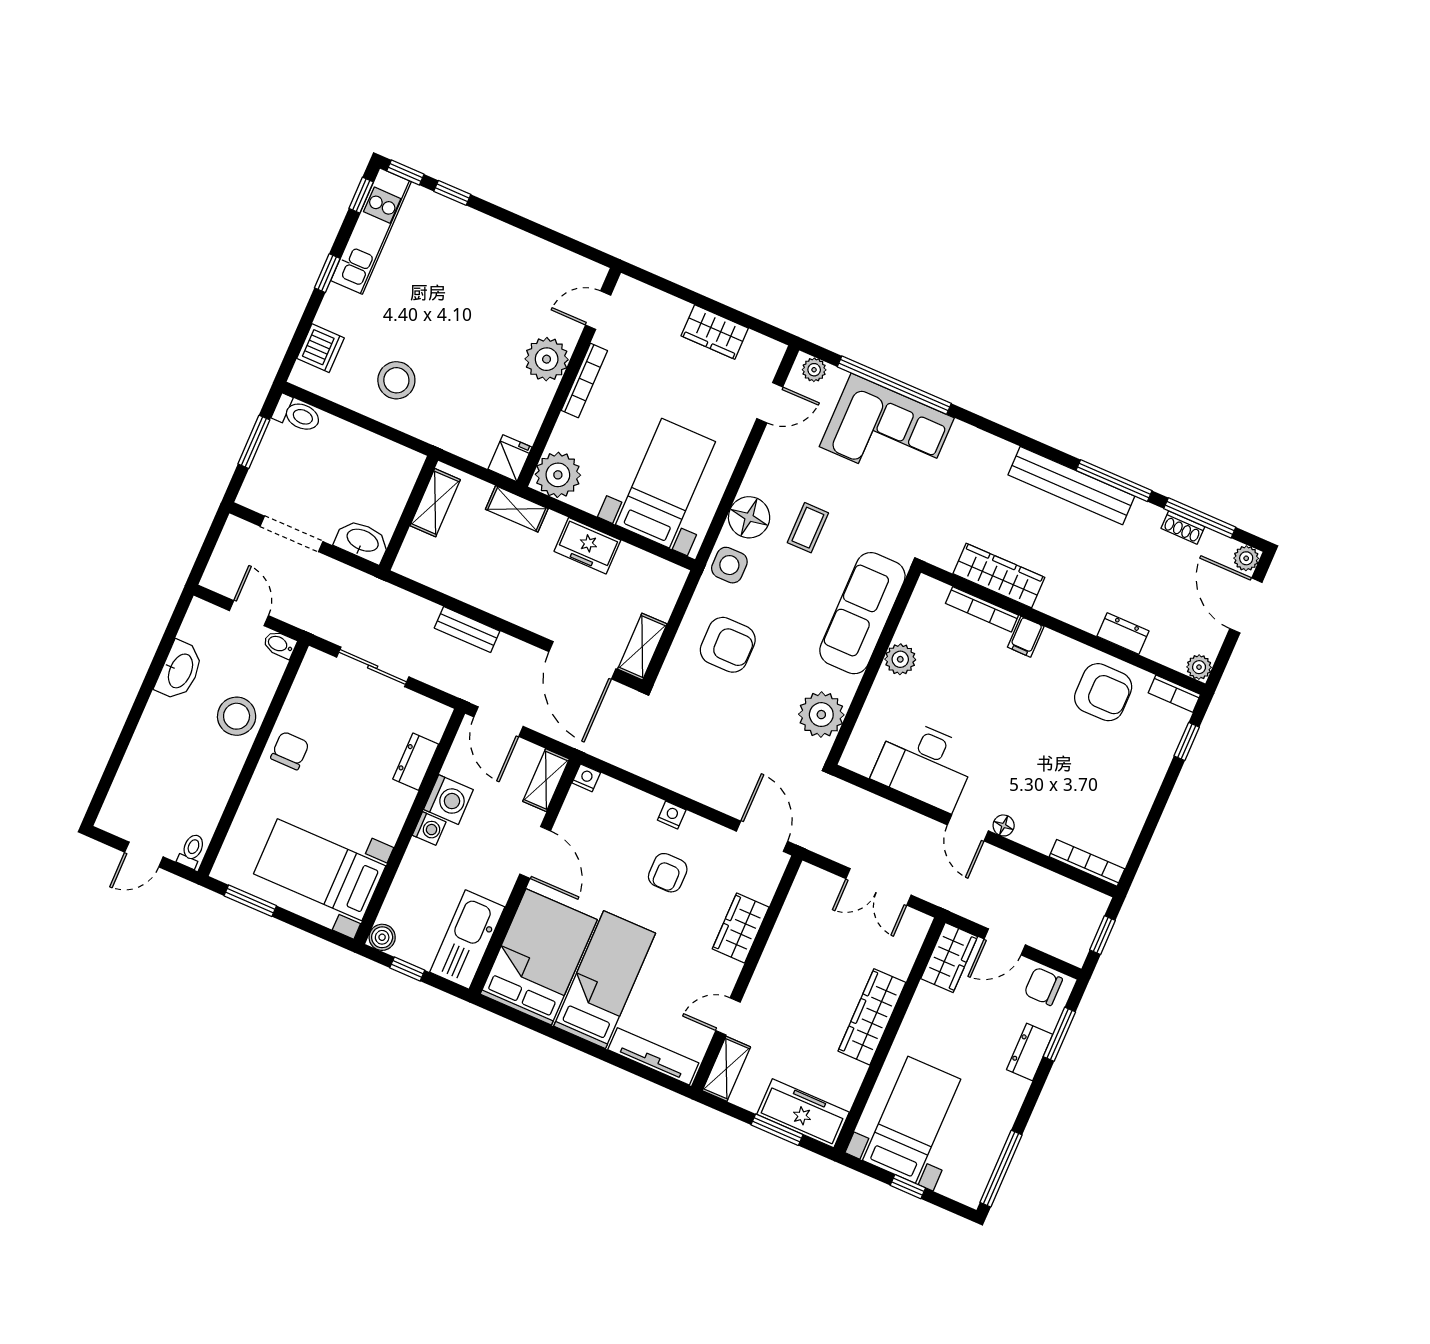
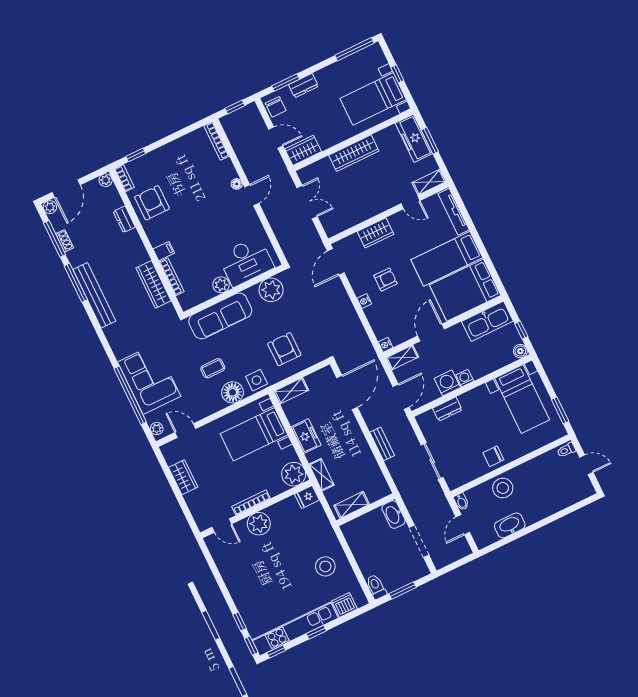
kitchen unit: (371, 231) -> (295, 629), width x1.36
shelving: (642, 647) -> (291, 391), moved
desk: (925, 764) -> (246, 261), moved, turned 90

